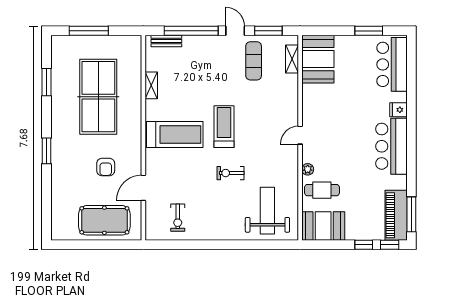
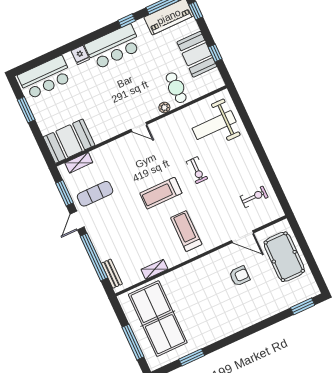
table tennis table: (98, 97) -> (158, 319), moved, turned 90
treadmill: (175, 135) -> (186, 231), width x0.73, depth x0.73
window: (47, 151) -> (303, 306), moved
window: (411, 172) -> (127, 21), added
booth: (323, 226) -> (197, 54), moved
window: (364, 245) -> (215, 53), moved

